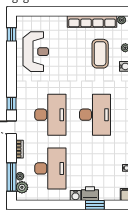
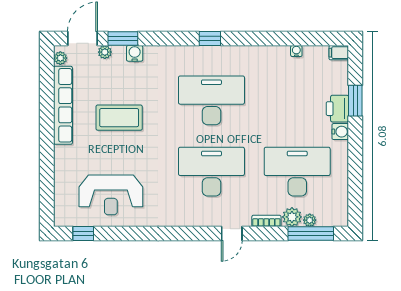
reception desk: (36, 52) -> (111, 195), turned 180
coffee table: (100, 54) -> (119, 118), moved
window: (11, 104) -> (194, 234), removed
plant: (22, 187) -> (292, 217), moved

